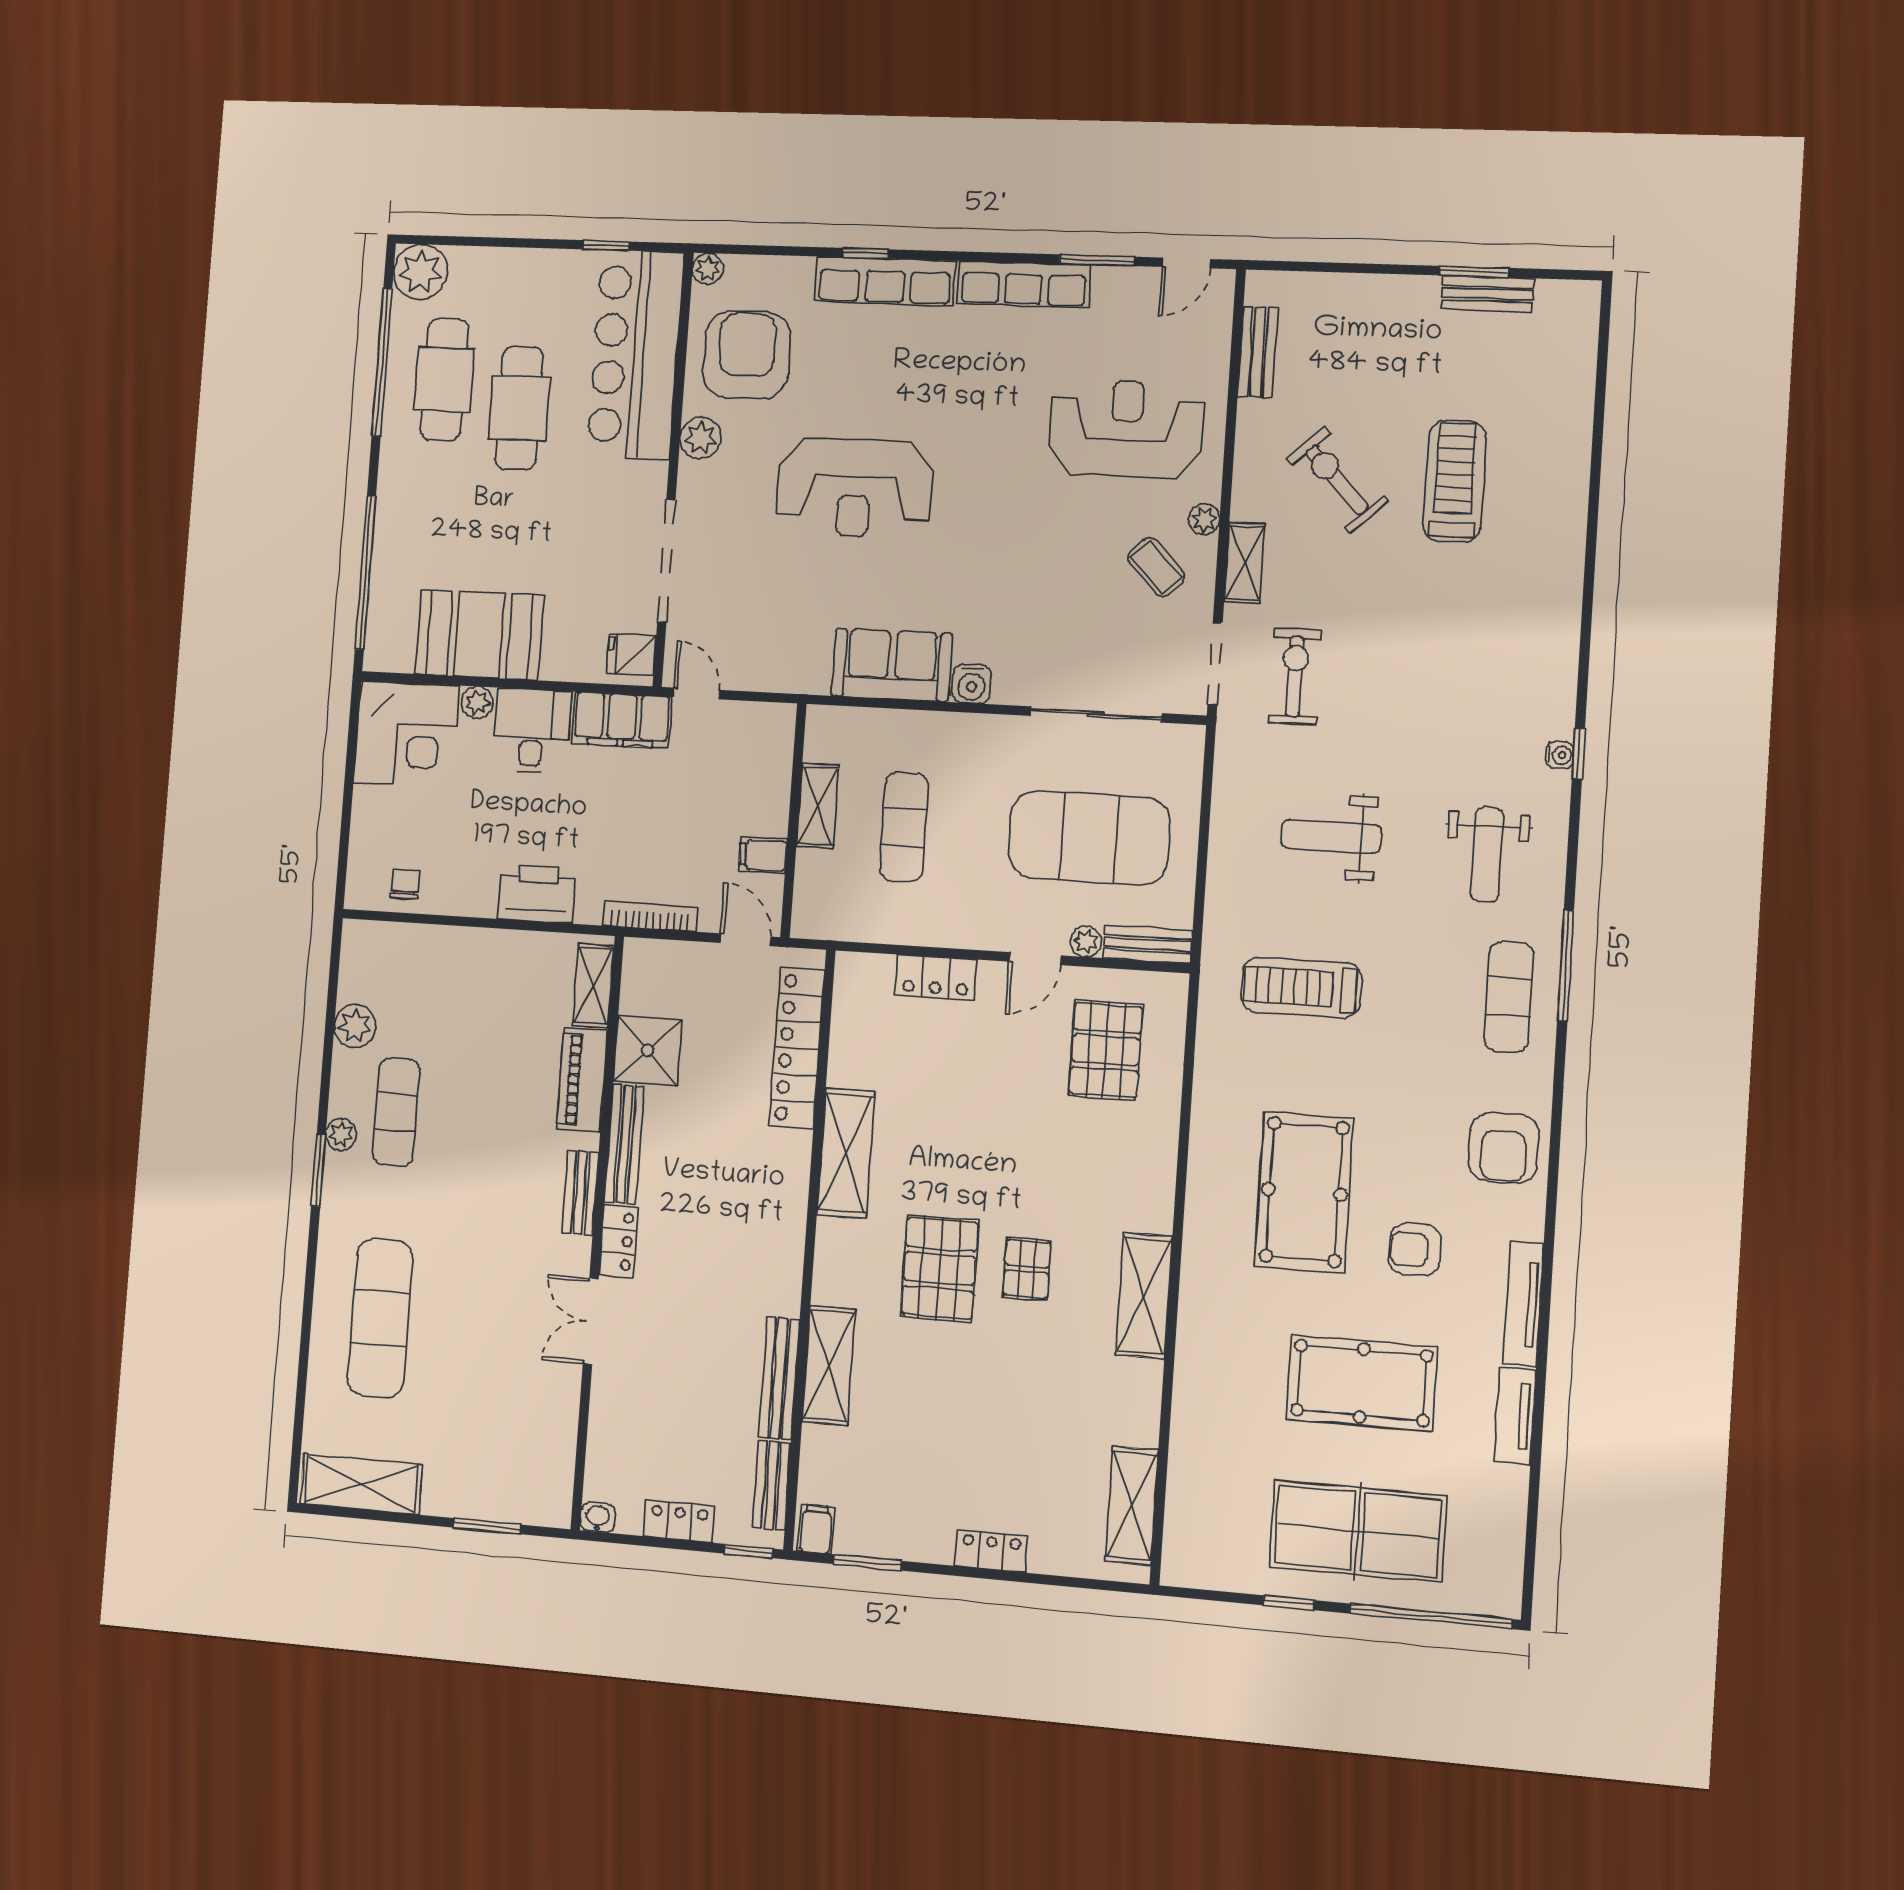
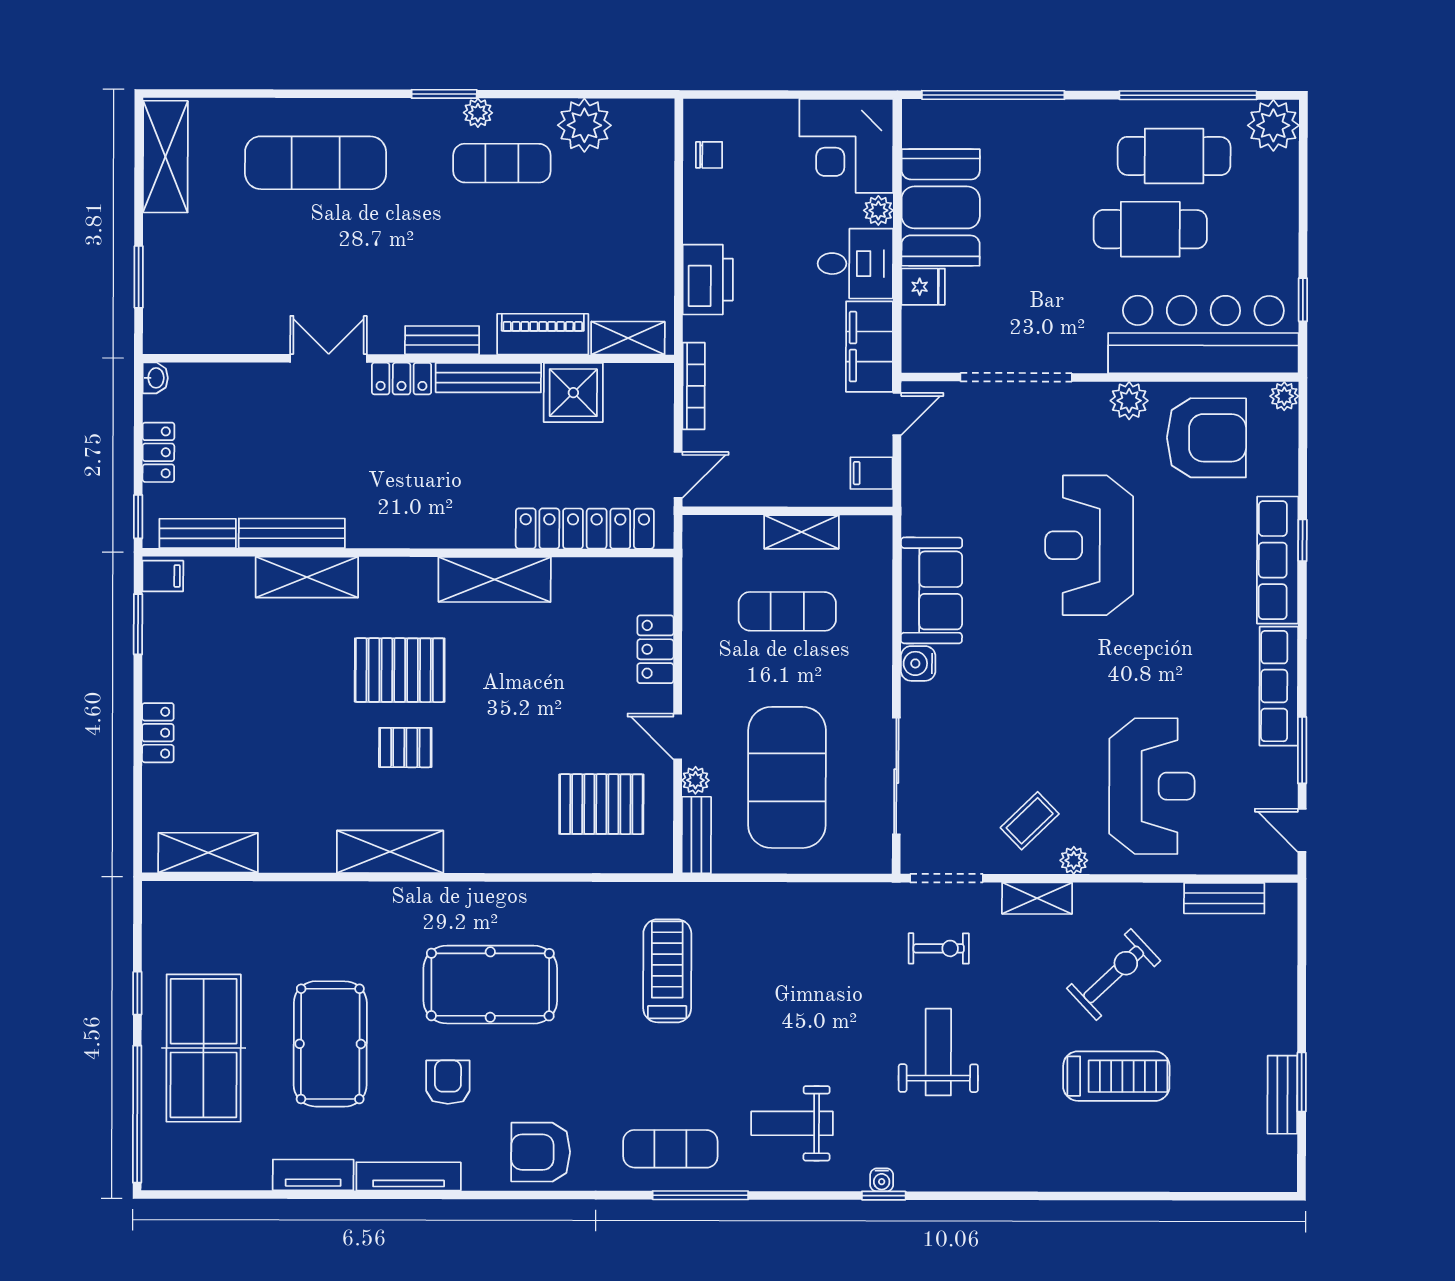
fridge: (631, 655) -> (923, 287), moved, turned 90
exercise bike: (1295, 676) -> (939, 948), width x0.73, depth x0.72
weight bench: (1331, 836) -> (938, 1052), moved
filing cabinet: (763, 855) -> (871, 473), moved, turned -90
plant: (355, 1026) -> (584, 125), width x1.36, depth x1.36

